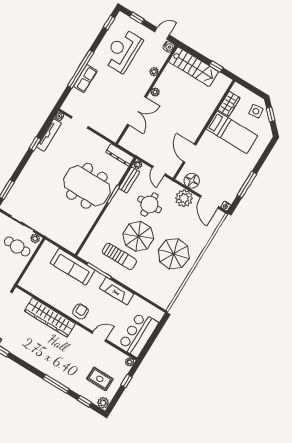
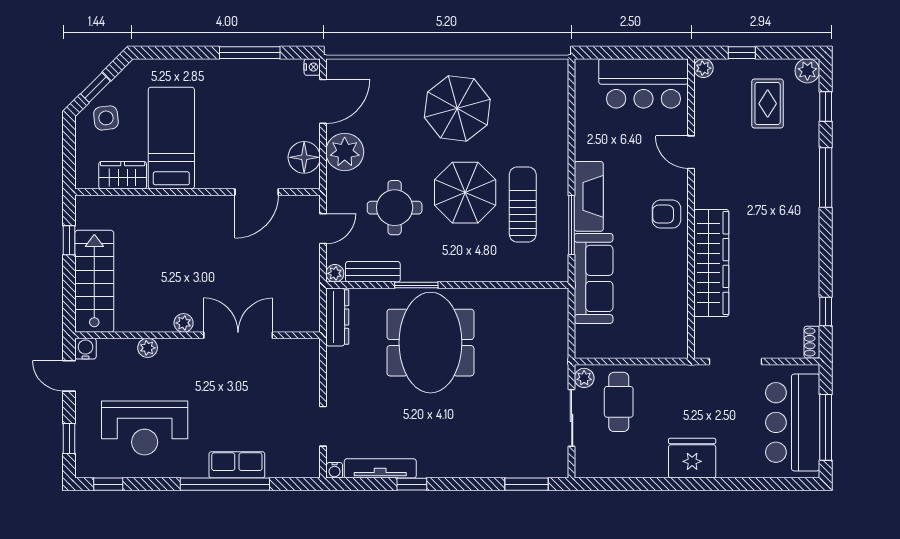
fireplace: (117, 291) -> (589, 196), moved

